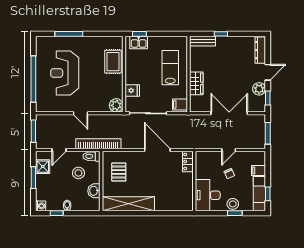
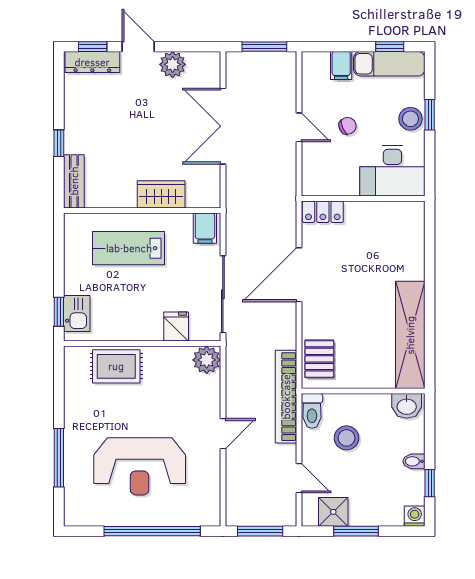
window: (268, 98) -> (93, 47), moved
pallet: (119, 172) -> (319, 359), moved, turned 90
washbasin: (94, 191) -> (407, 406), moved

